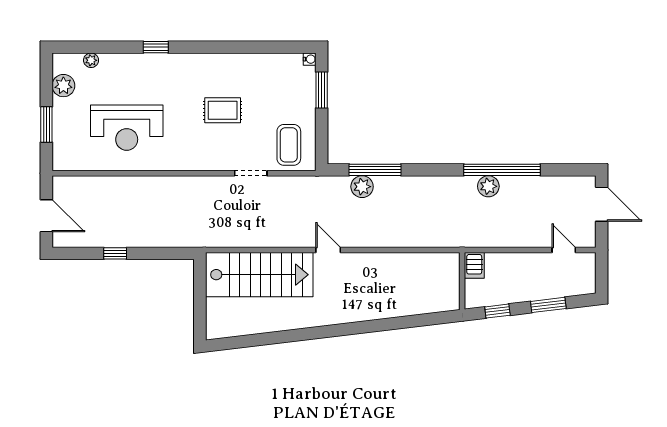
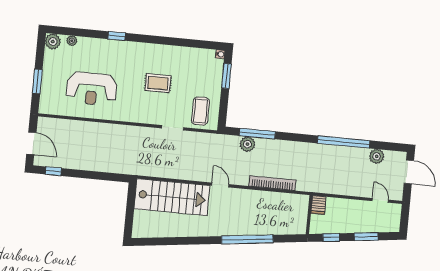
plant: (63, 86) -> (53, 42), moved
plant: (488, 186) -> (377, 156), moved
bookcase: (404, 240) -> (272, 183), added
window: (115, 253) -> (53, 171), moved
window: (375, 326) -> (247, 239), added

